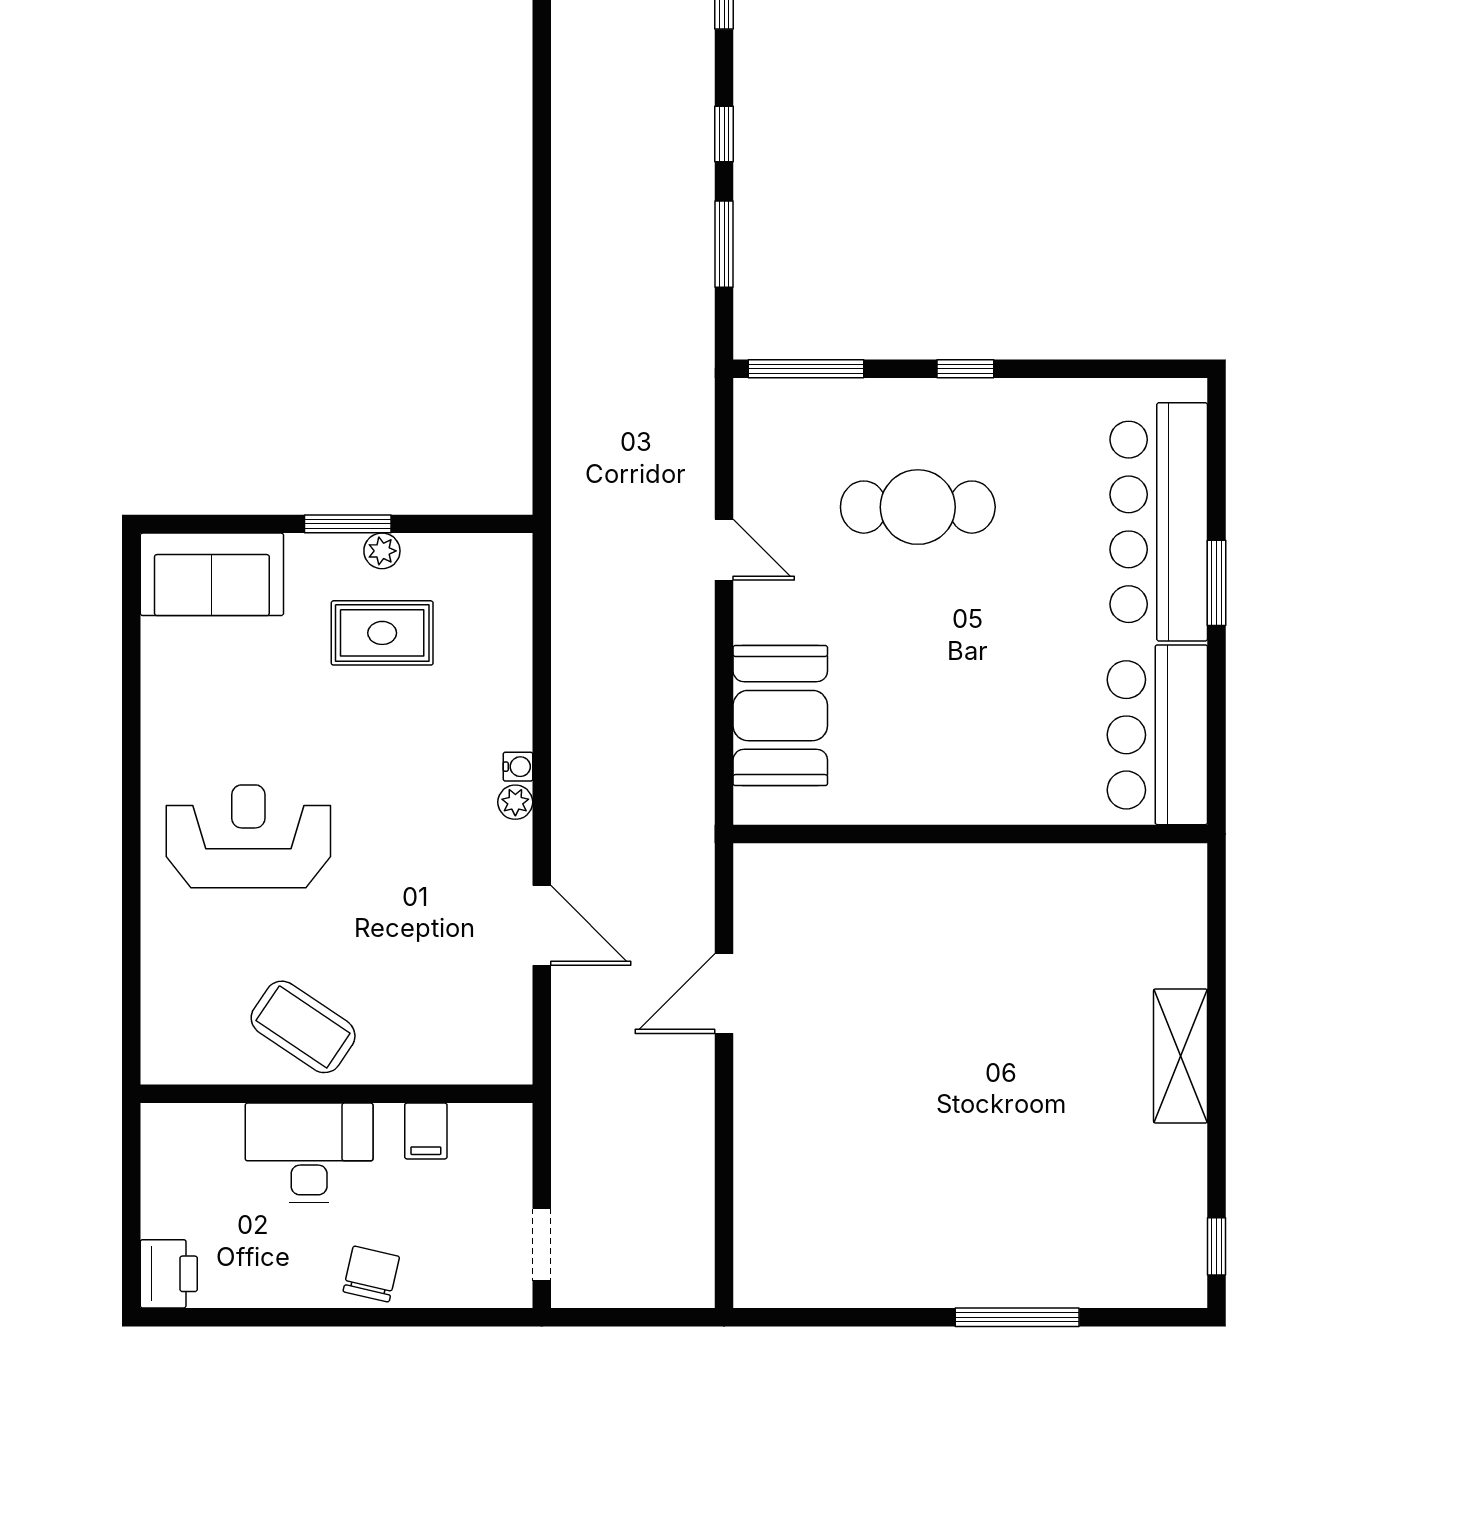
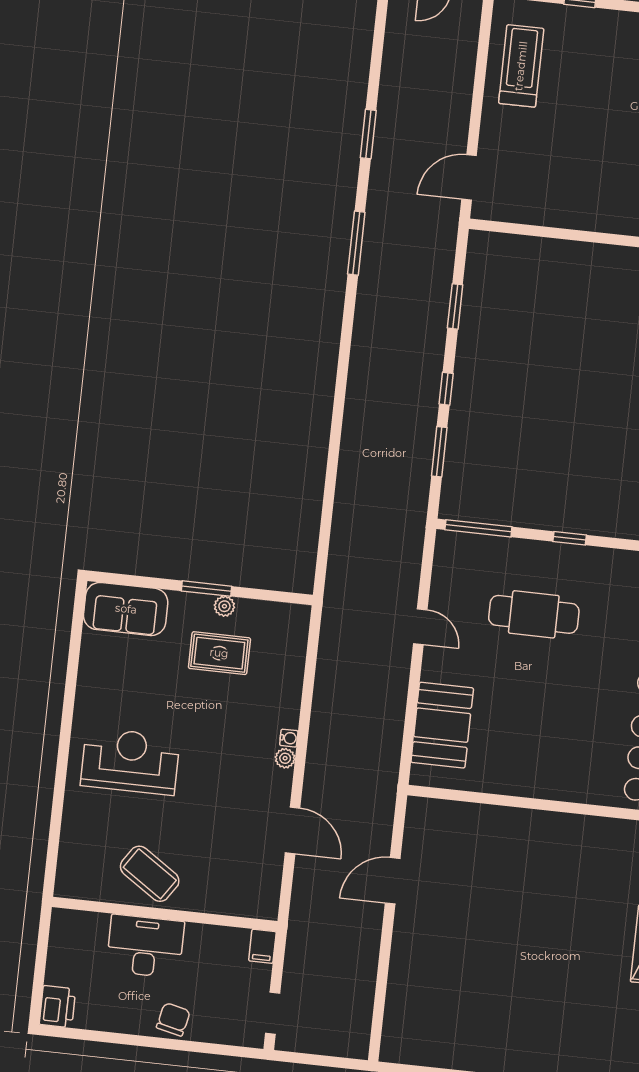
filing cabinet: (426, 1131) -> (262, 946), moved

